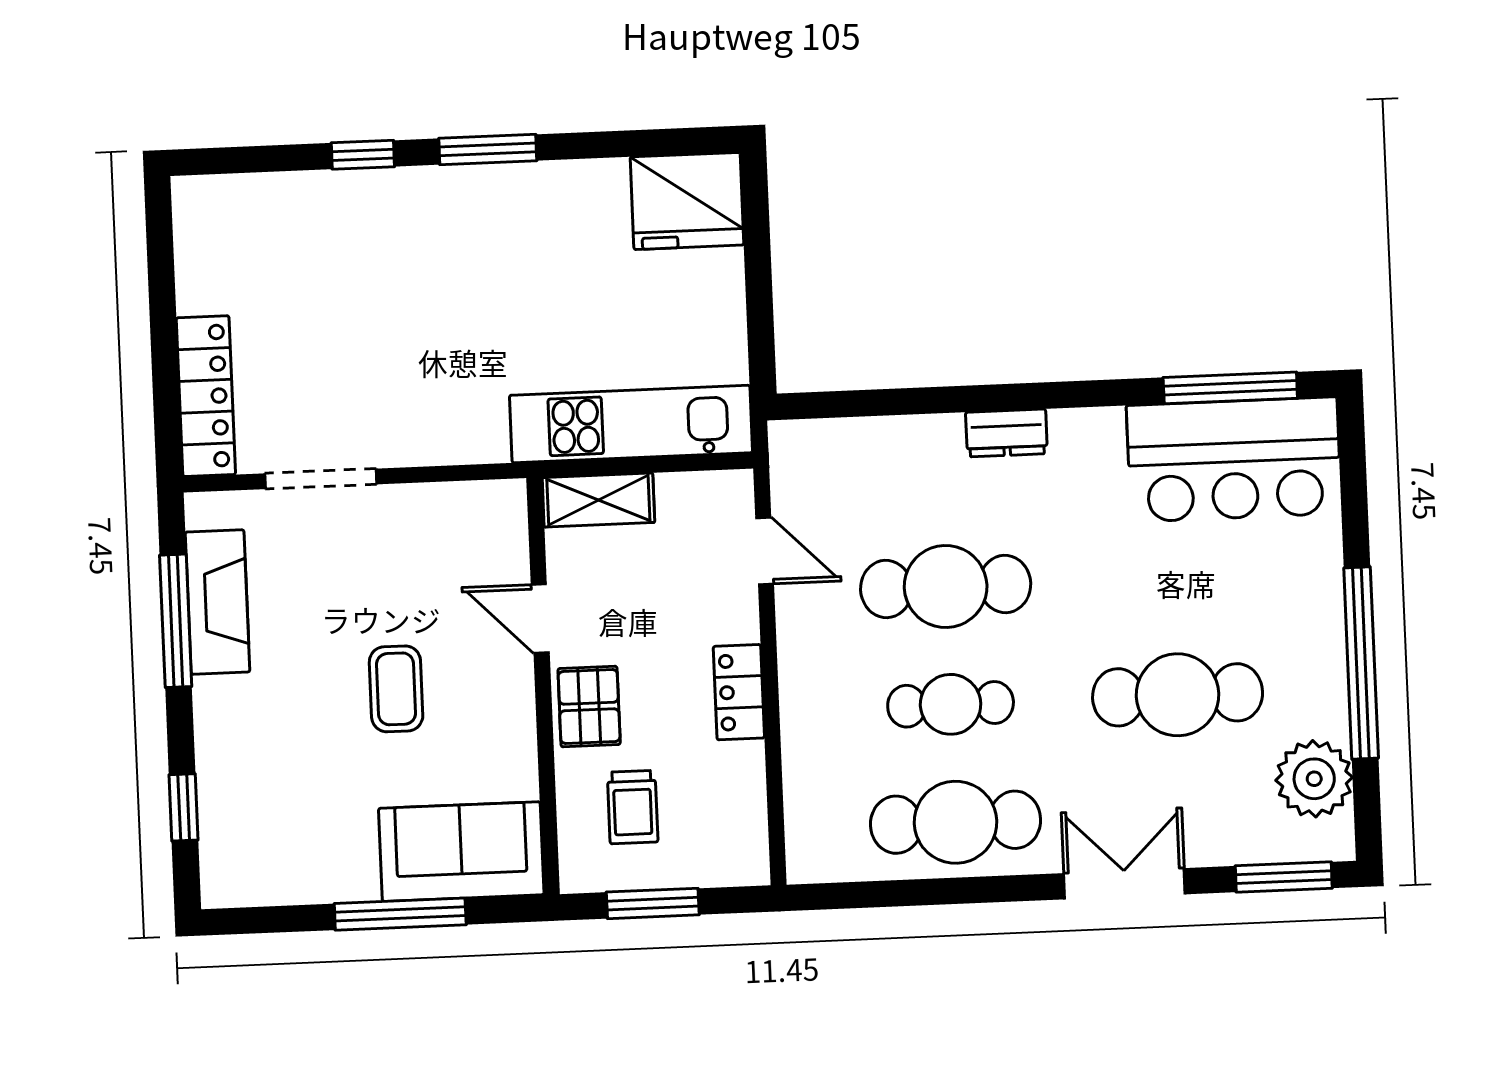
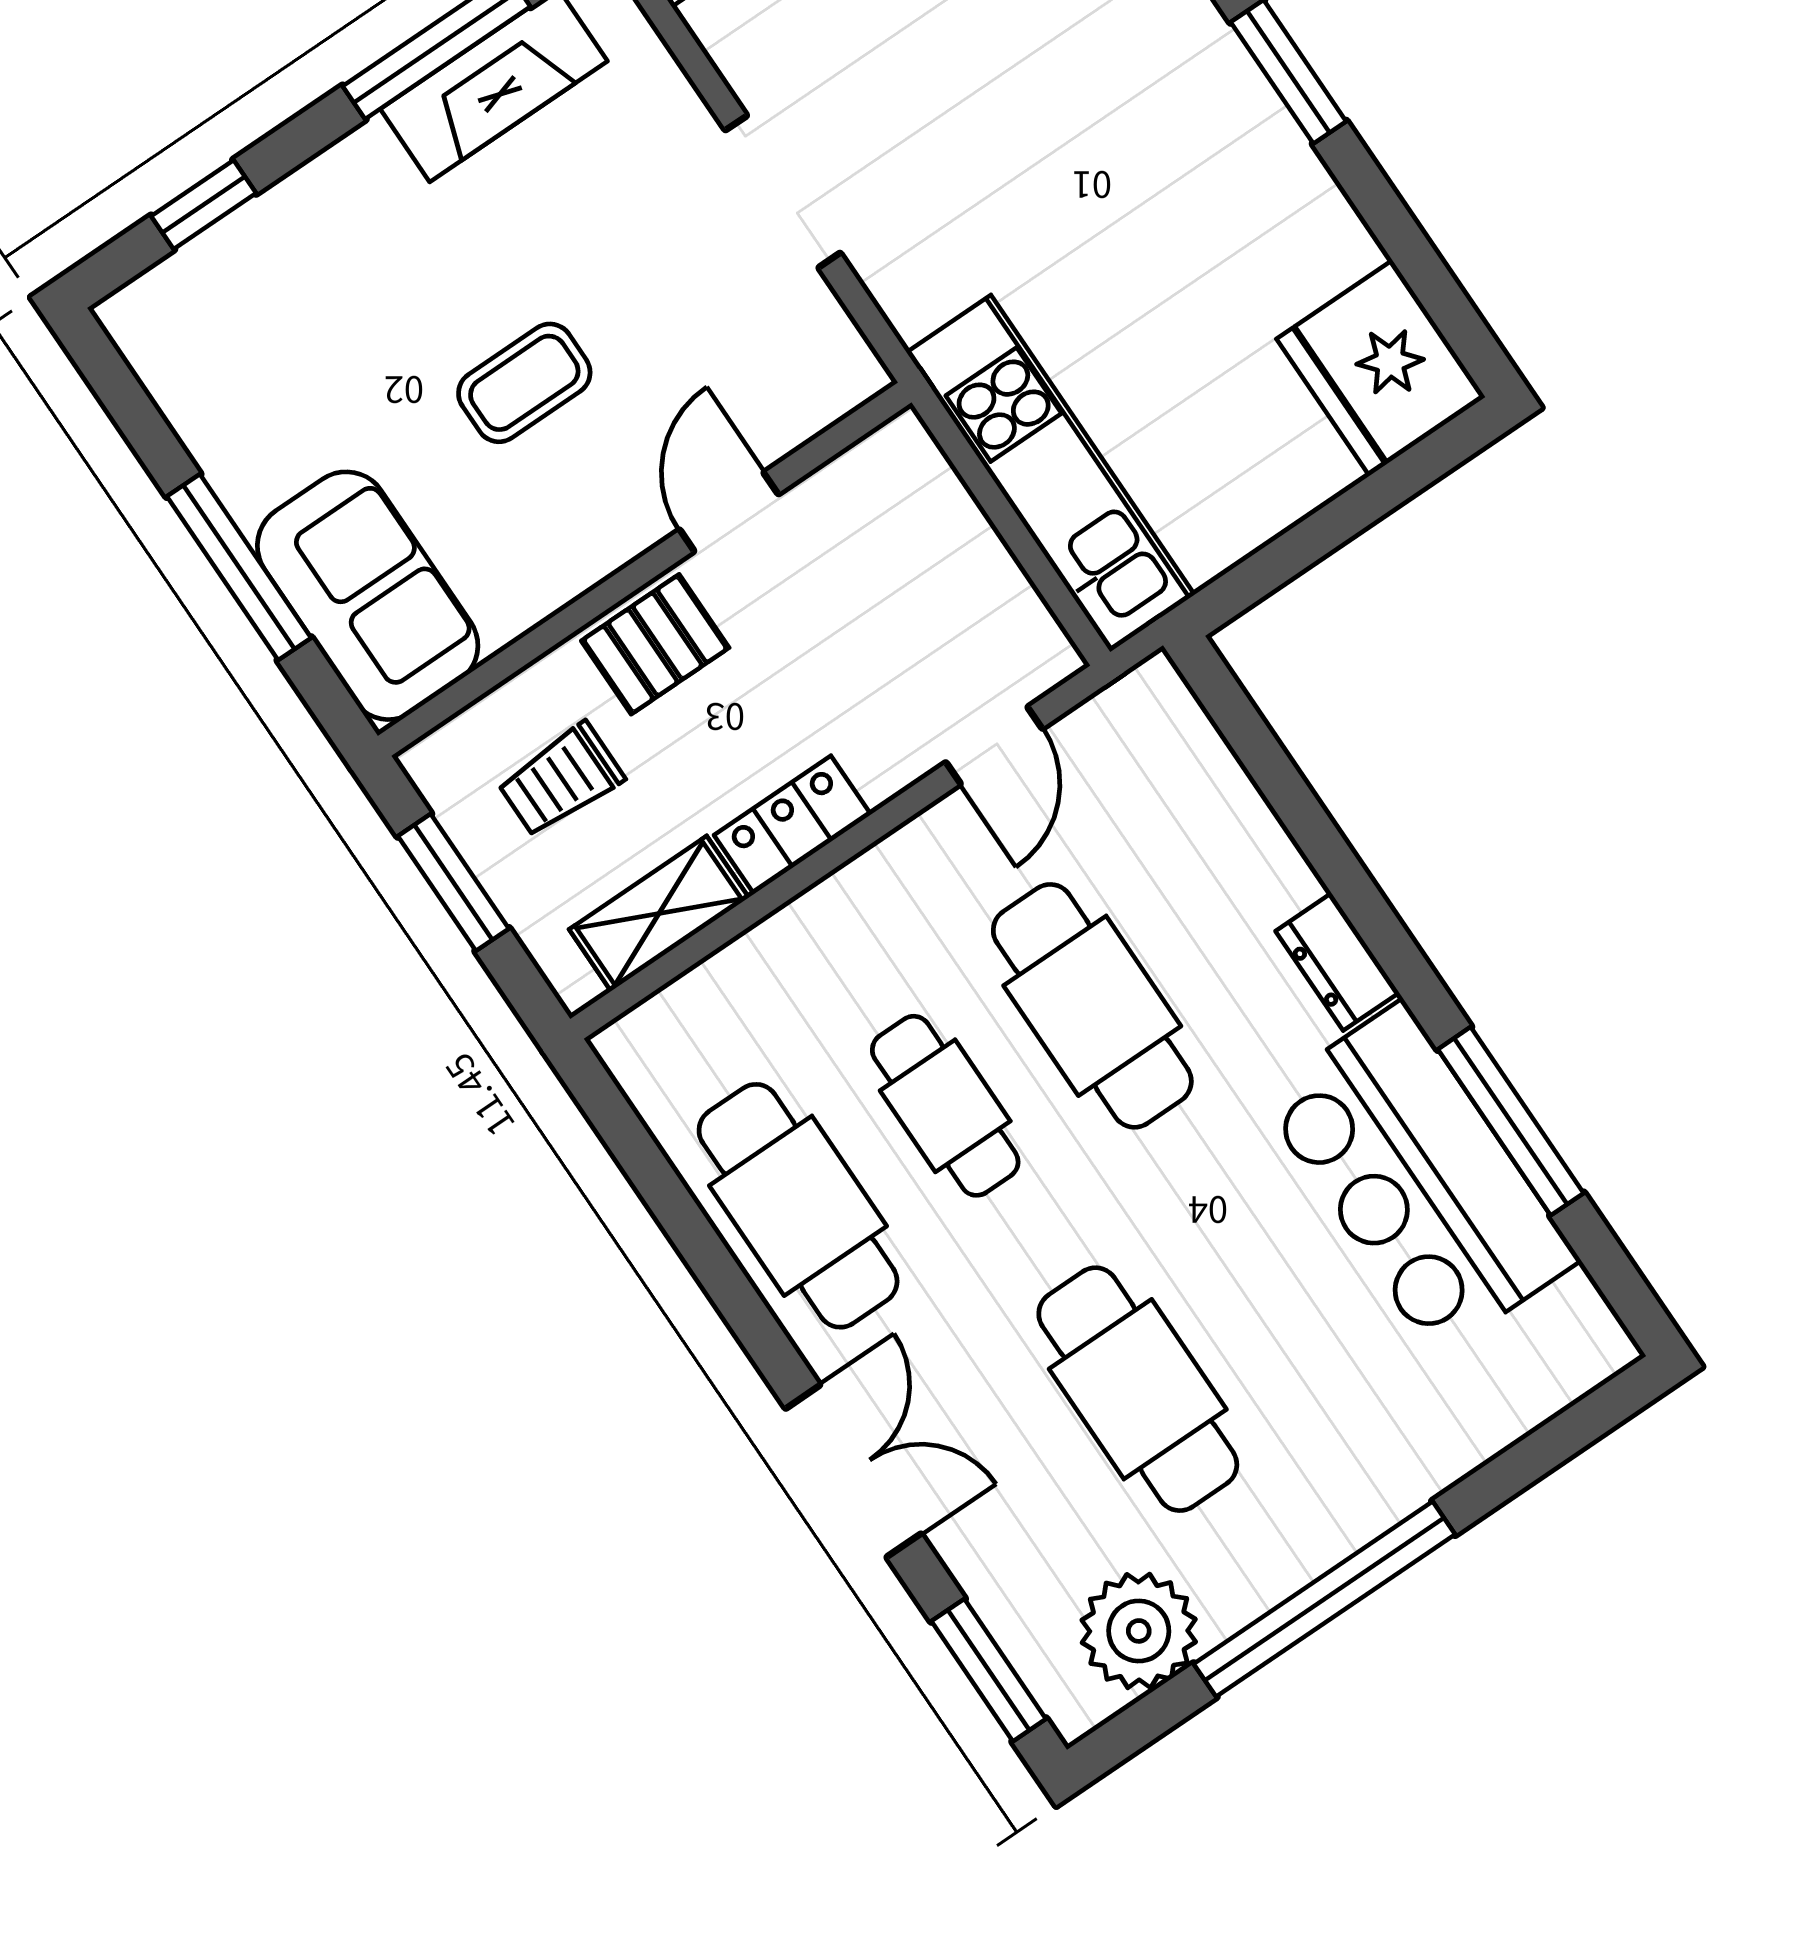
window: (1230, 388) -> (1511, 1121), moved
bar counter: (1234, 460) -> (1419, 1179), moved
doorway: (321, 479) -> (783, 192), moved
shelving: (598, 500) -> (659, 914), moved, turned 90

